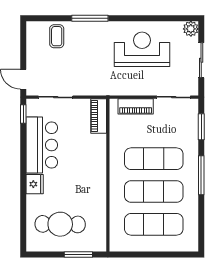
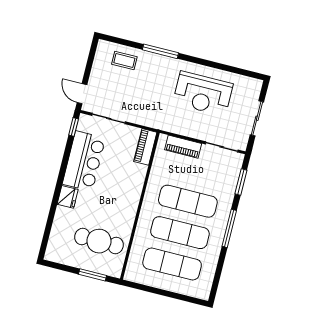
plant: (191, 29) -> (255, 86), removed
coffee table: (57, 36) -> (124, 60), turned 90
reception desk: (142, 49) -> (203, 94), turned 180
cafe table: (60, 224) -> (99, 241), moved

